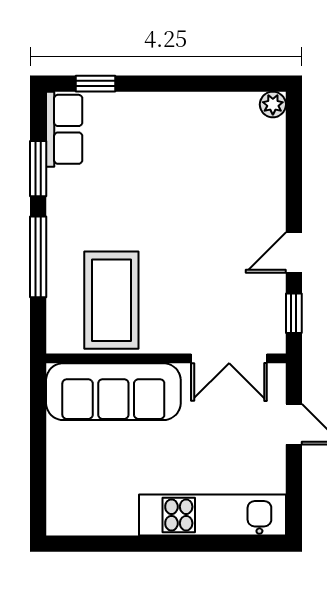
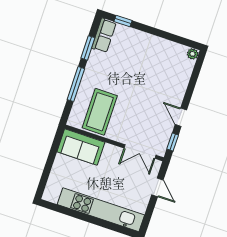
door: (294, 253) -> (181, 117), hinge flipped
sofa: (113, 392) -> (81, 147), width x0.73
kitchen unit: (213, 515) -> (101, 210), width x1.36

